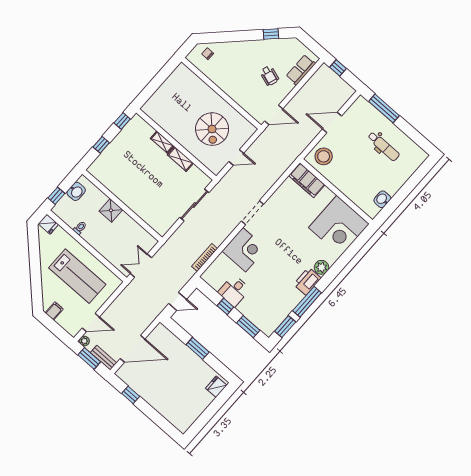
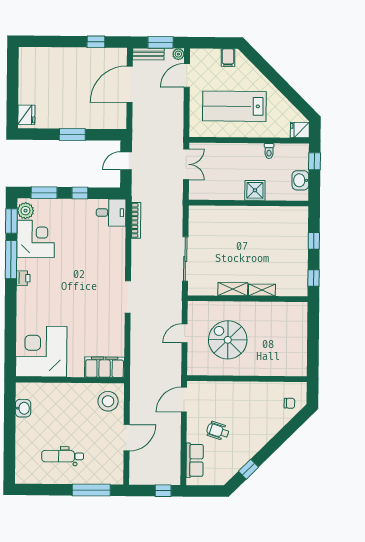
corner desk: (244, 250) -> (36, 239), moved, turned 180
plant: (322, 267) -> (25, 211), moved
printer: (307, 281) -> (23, 278), width x0.53, depth x0.68
desk: (234, 291) -> (111, 213), moved, turned 90

